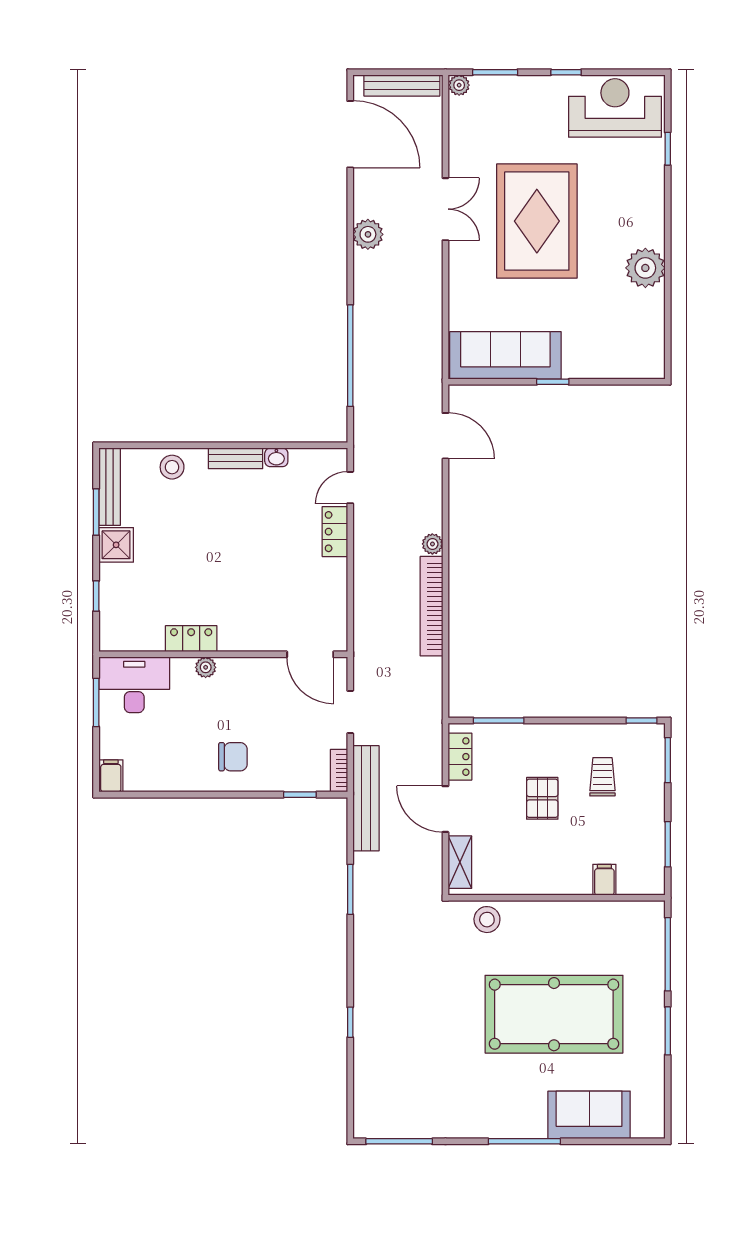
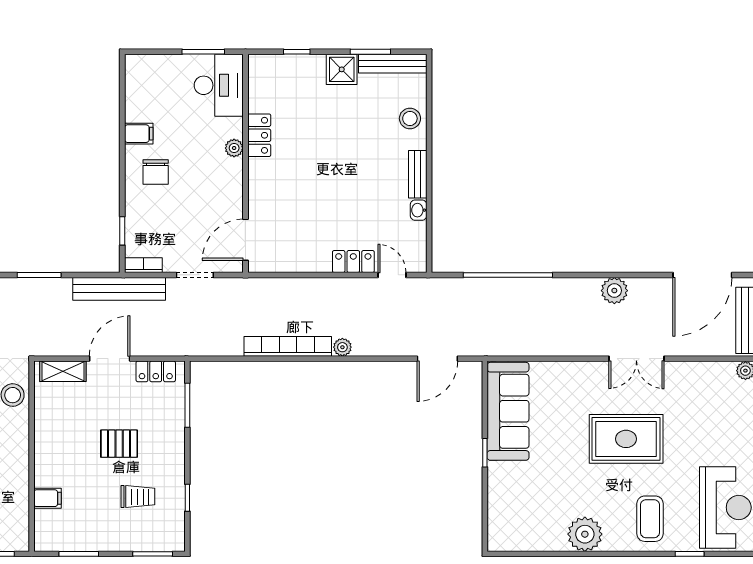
coffee table: (628, 194) -> (650, 519), added
rug: (537, 221) -> (626, 439), width x0.73, depth x0.69
window: (642, 721) -> (187, 498), moved
filing cabinet: (111, 776) -> (139, 134), moved

